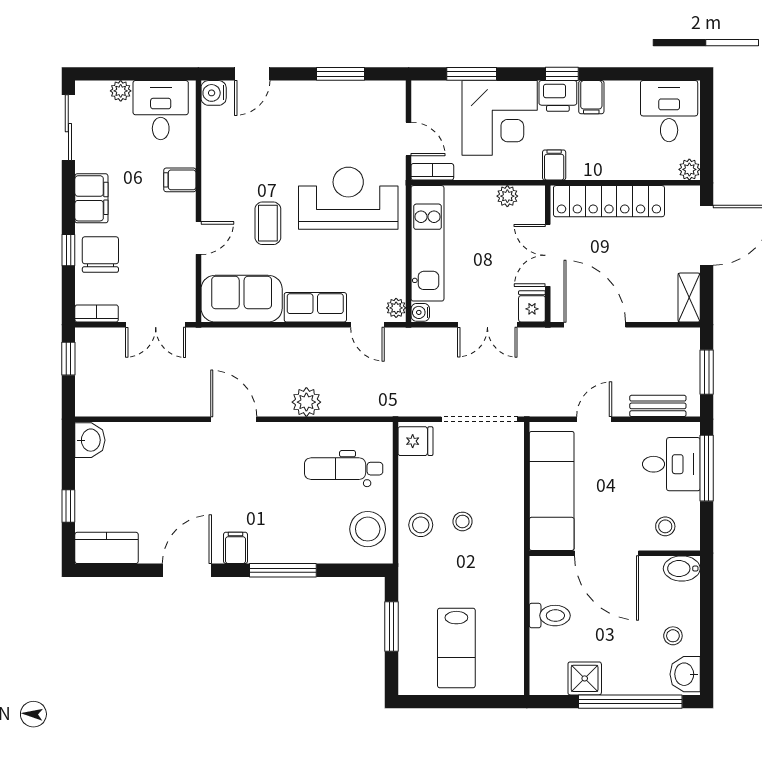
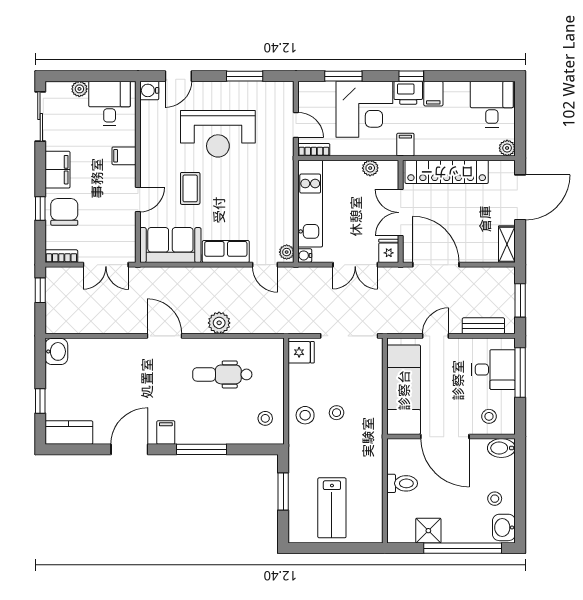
reception desk: (348, 198) -> (218, 134), moved, turned 180
dental chair: (344, 469) -> (222, 374), moved
stool: (368, 529) -> (265, 418), width x0.53, depth x0.53

